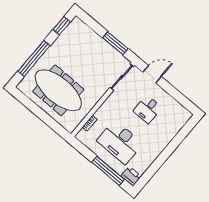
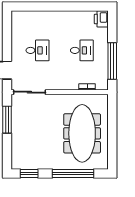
desk: (120, 142) -> (82, 50), width x0.53, depth x0.77
window: (108, 171) -> (112, 61), moved

